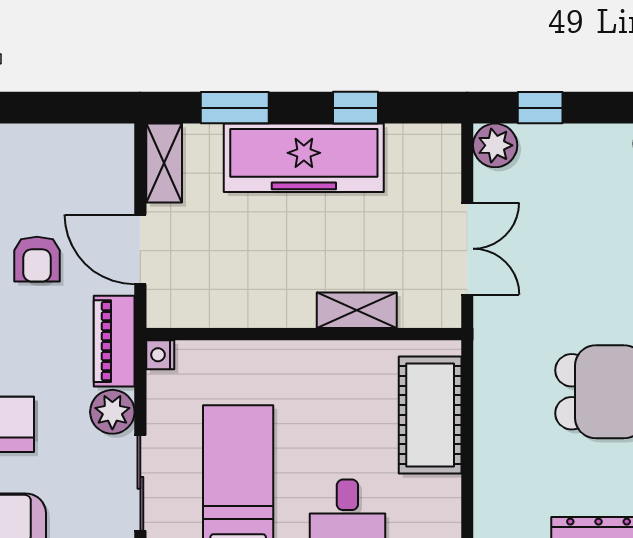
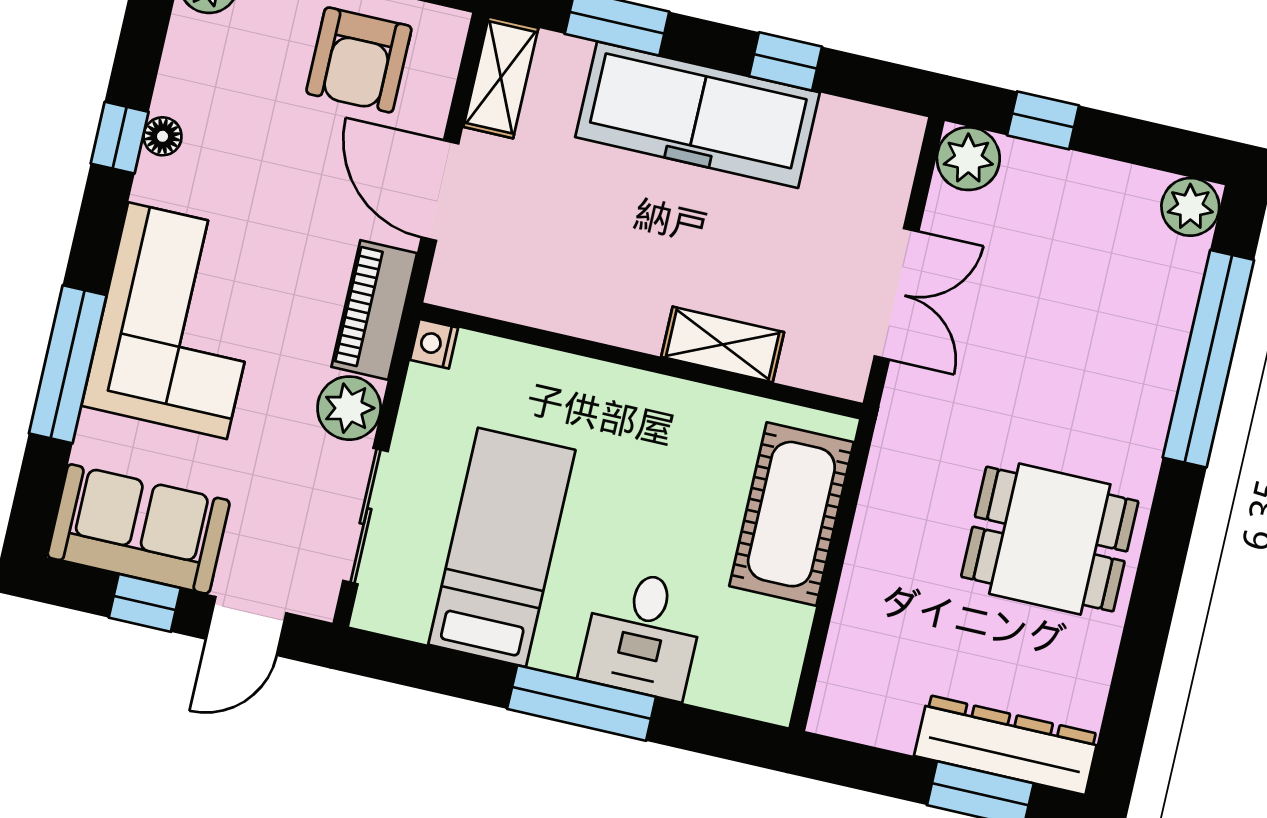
armchair: (37, 259) -> (359, 60), moved, width x1.38, depth x1.38

